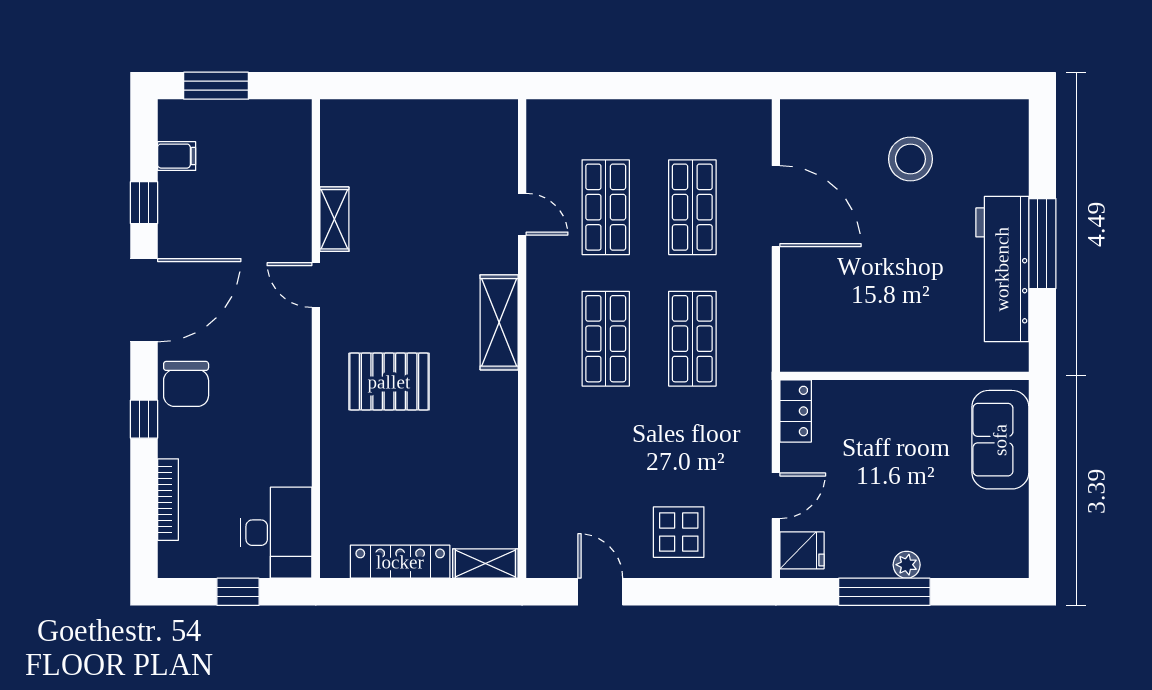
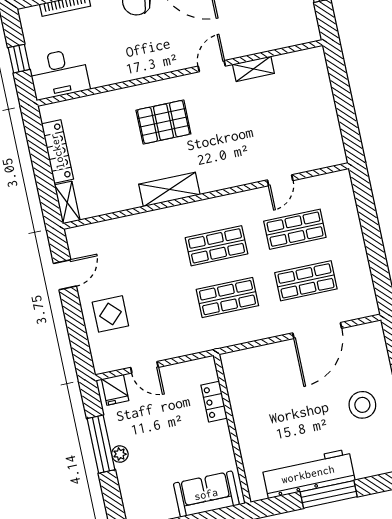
shelving: (499, 322) -> (169, 189), moved
pallet: (389, 382) -> (163, 122), turned 90
locker: (796, 411) -> (214, 402), moved, turned 90

